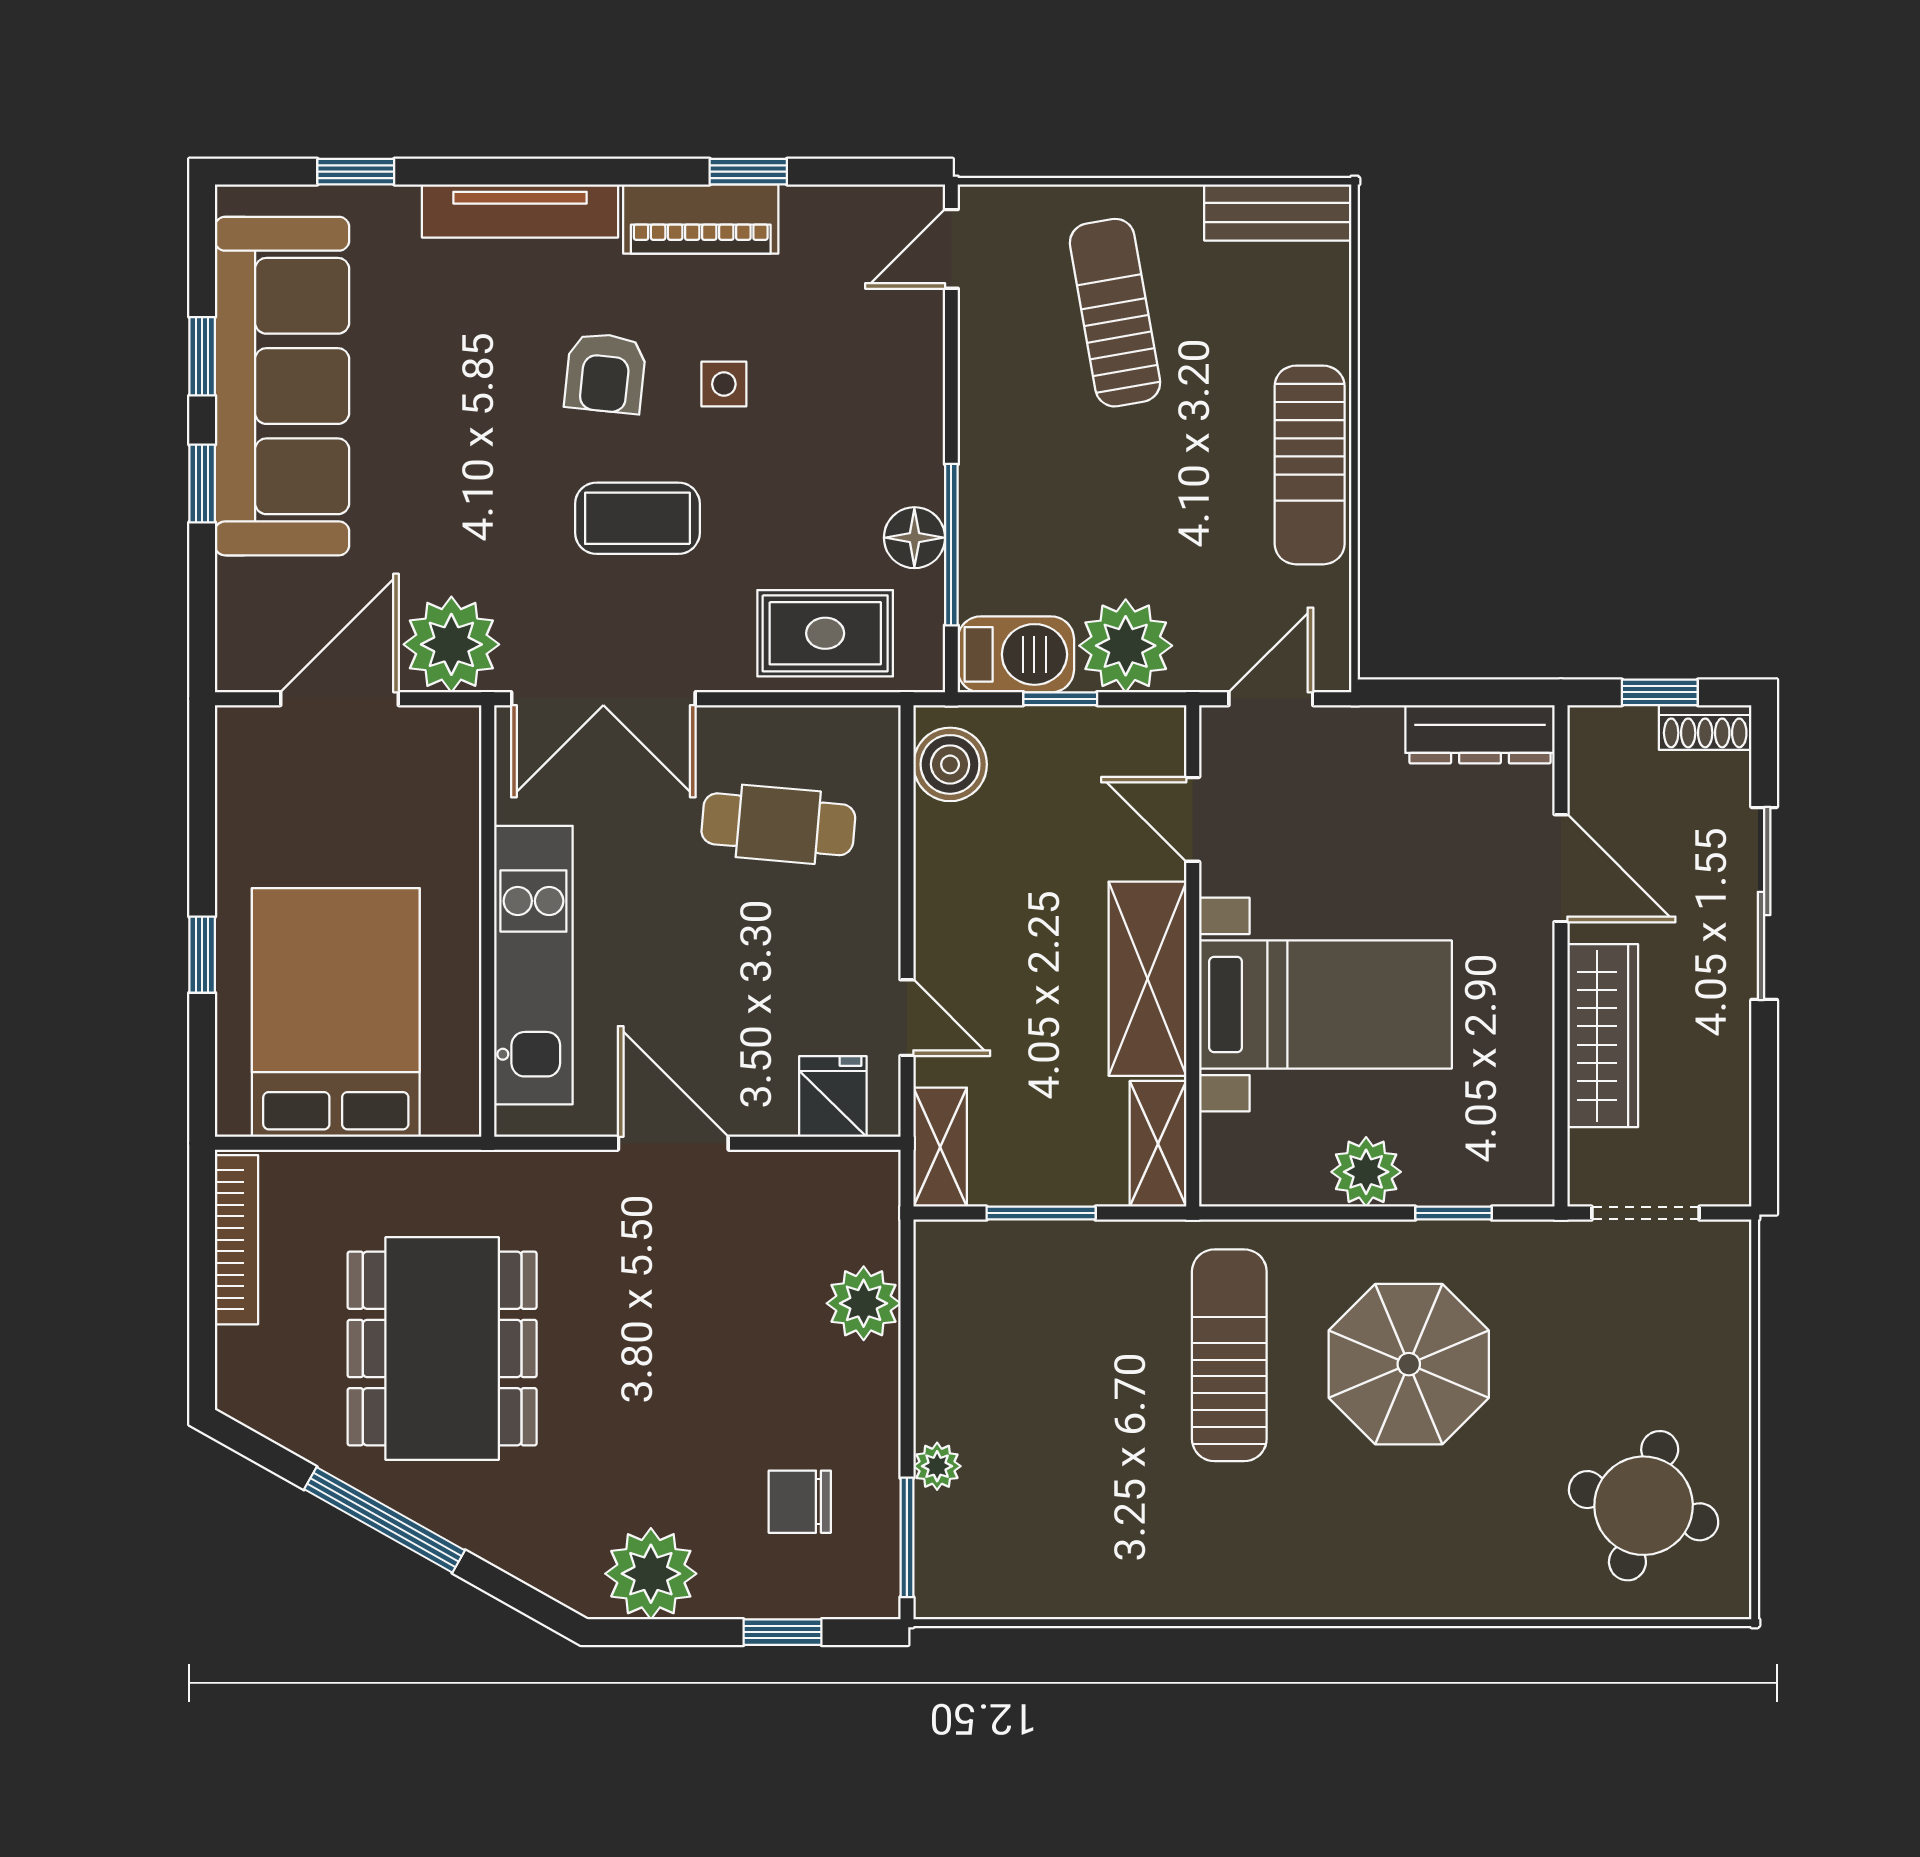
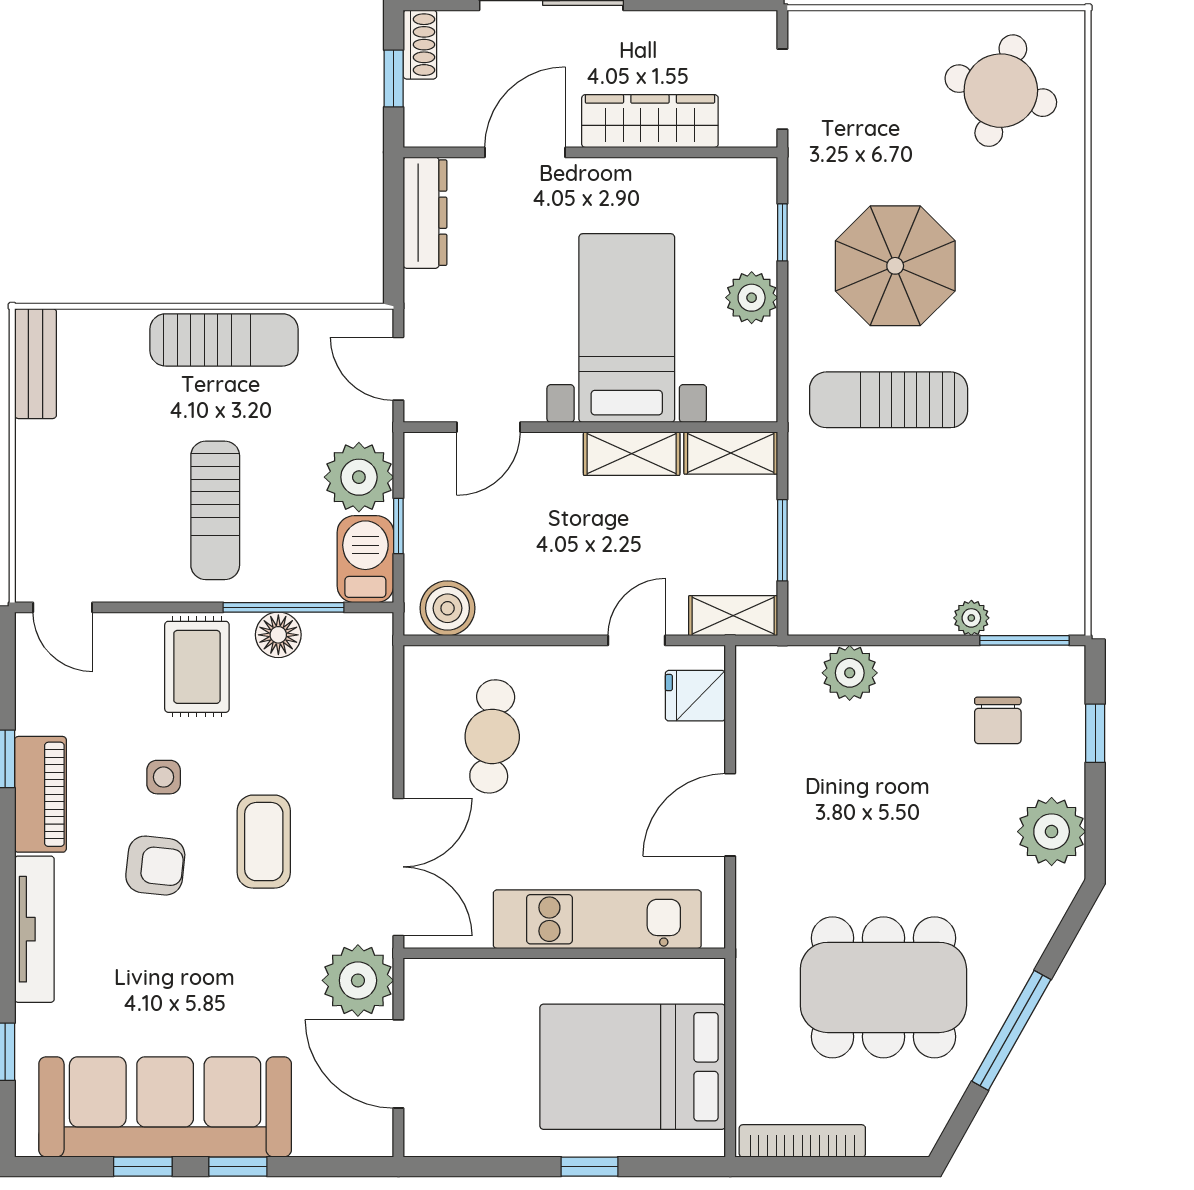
sun lounger: (1115, 313) -> (215, 510), moved, turned -80
rug: (825, 633) -> (197, 667), moved
shelving: (1147, 979) -> (632, 454), width x0.67, depth x0.75

